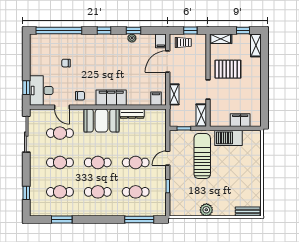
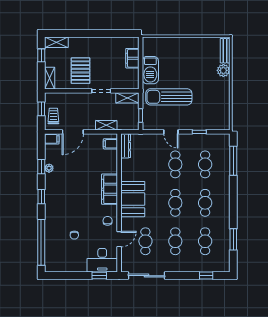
door: (168, 62) -> (73, 132), hinge flipped
dresser: (132, 114) -> (126, 146), moved
plant: (206, 210) -> (223, 70), moved

